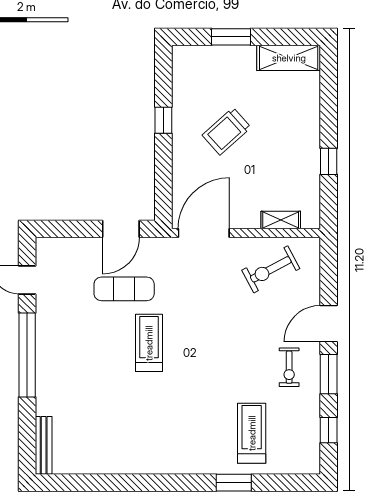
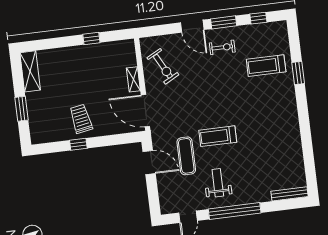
trolley: (227, 131) -> (81, 119), moved, turned -148
shelving: (281, 220) -> (133, 79), moved
weight bench: (75, 334) -> (218, 183), added

